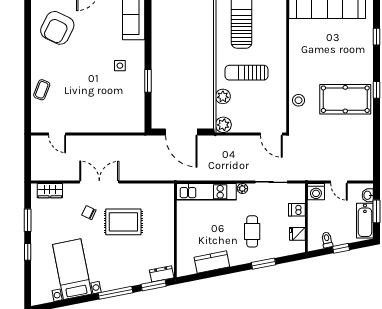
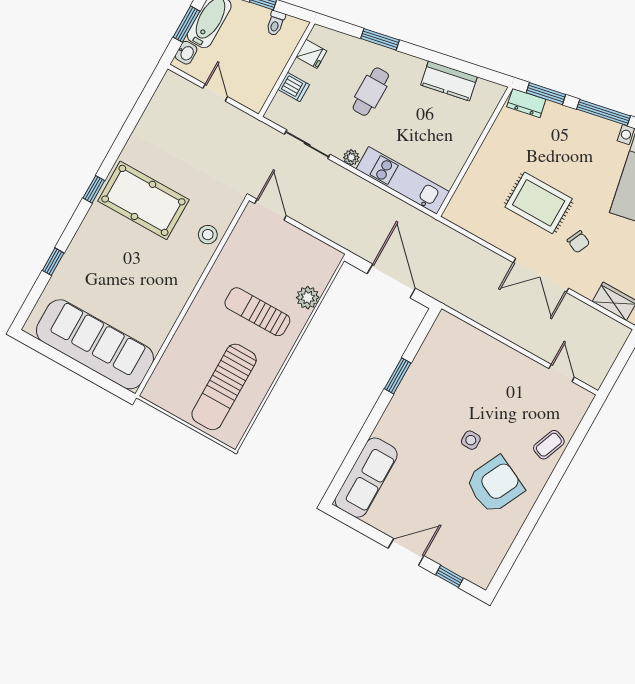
armchair: (57, 28) -> (495, 485), moved
side table: (120, 66) -> (471, 440), moved
sun lounger: (247, 73) -> (257, 312), turned 180
plant: (223, 125) -> (329, 259), removed
washing machine: (316, 192) -> (254, 97), removed

